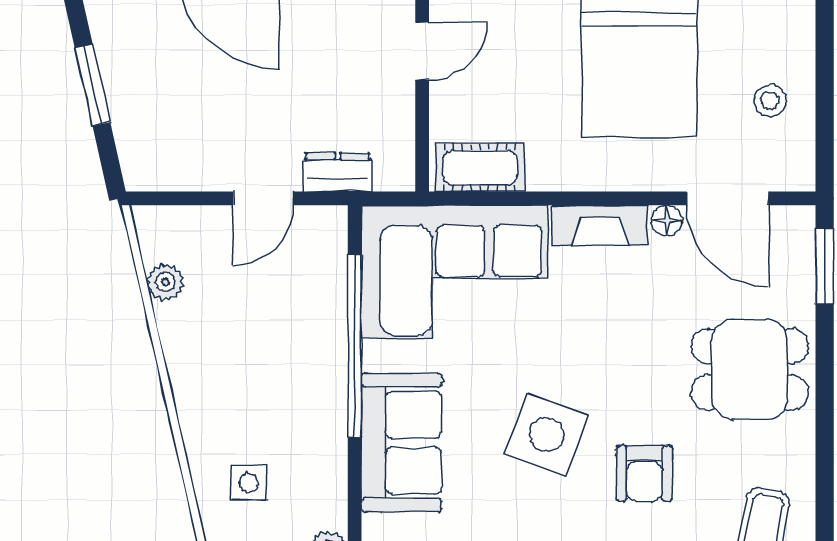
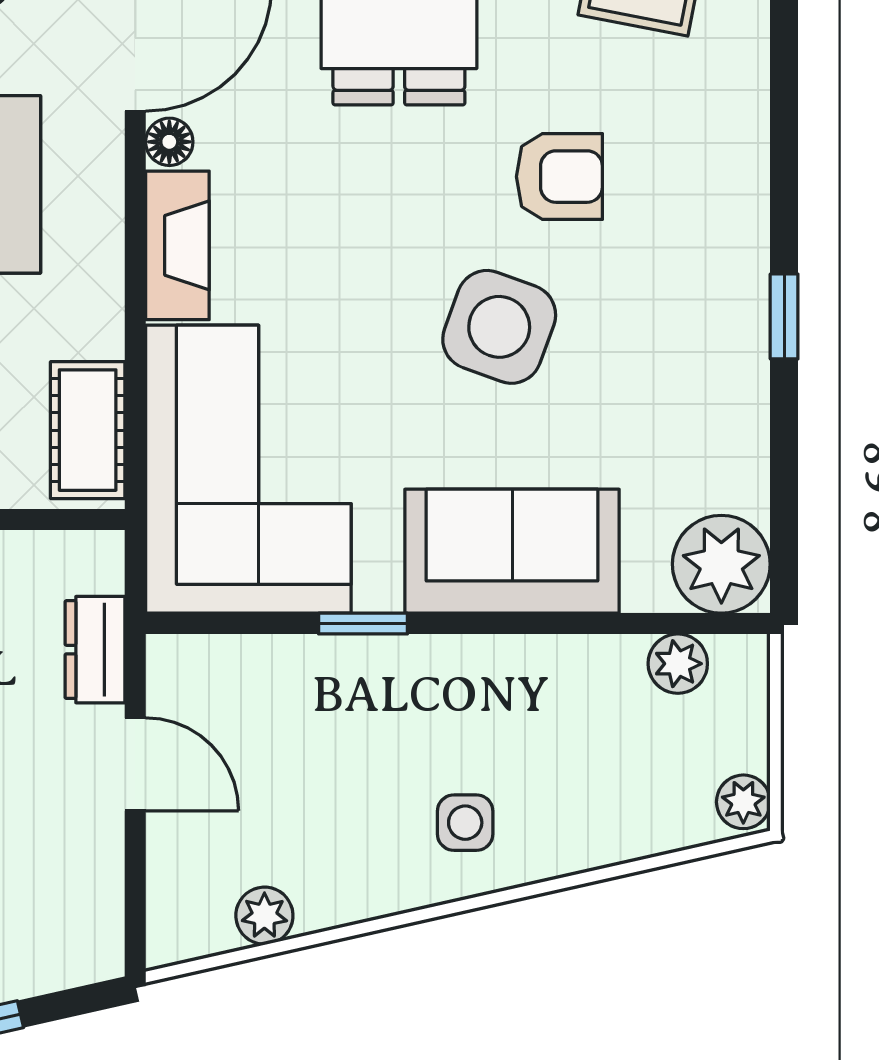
window: (355, 346) -> (363, 624), width x0.32
side table: (249, 483) -> (465, 823), moved

